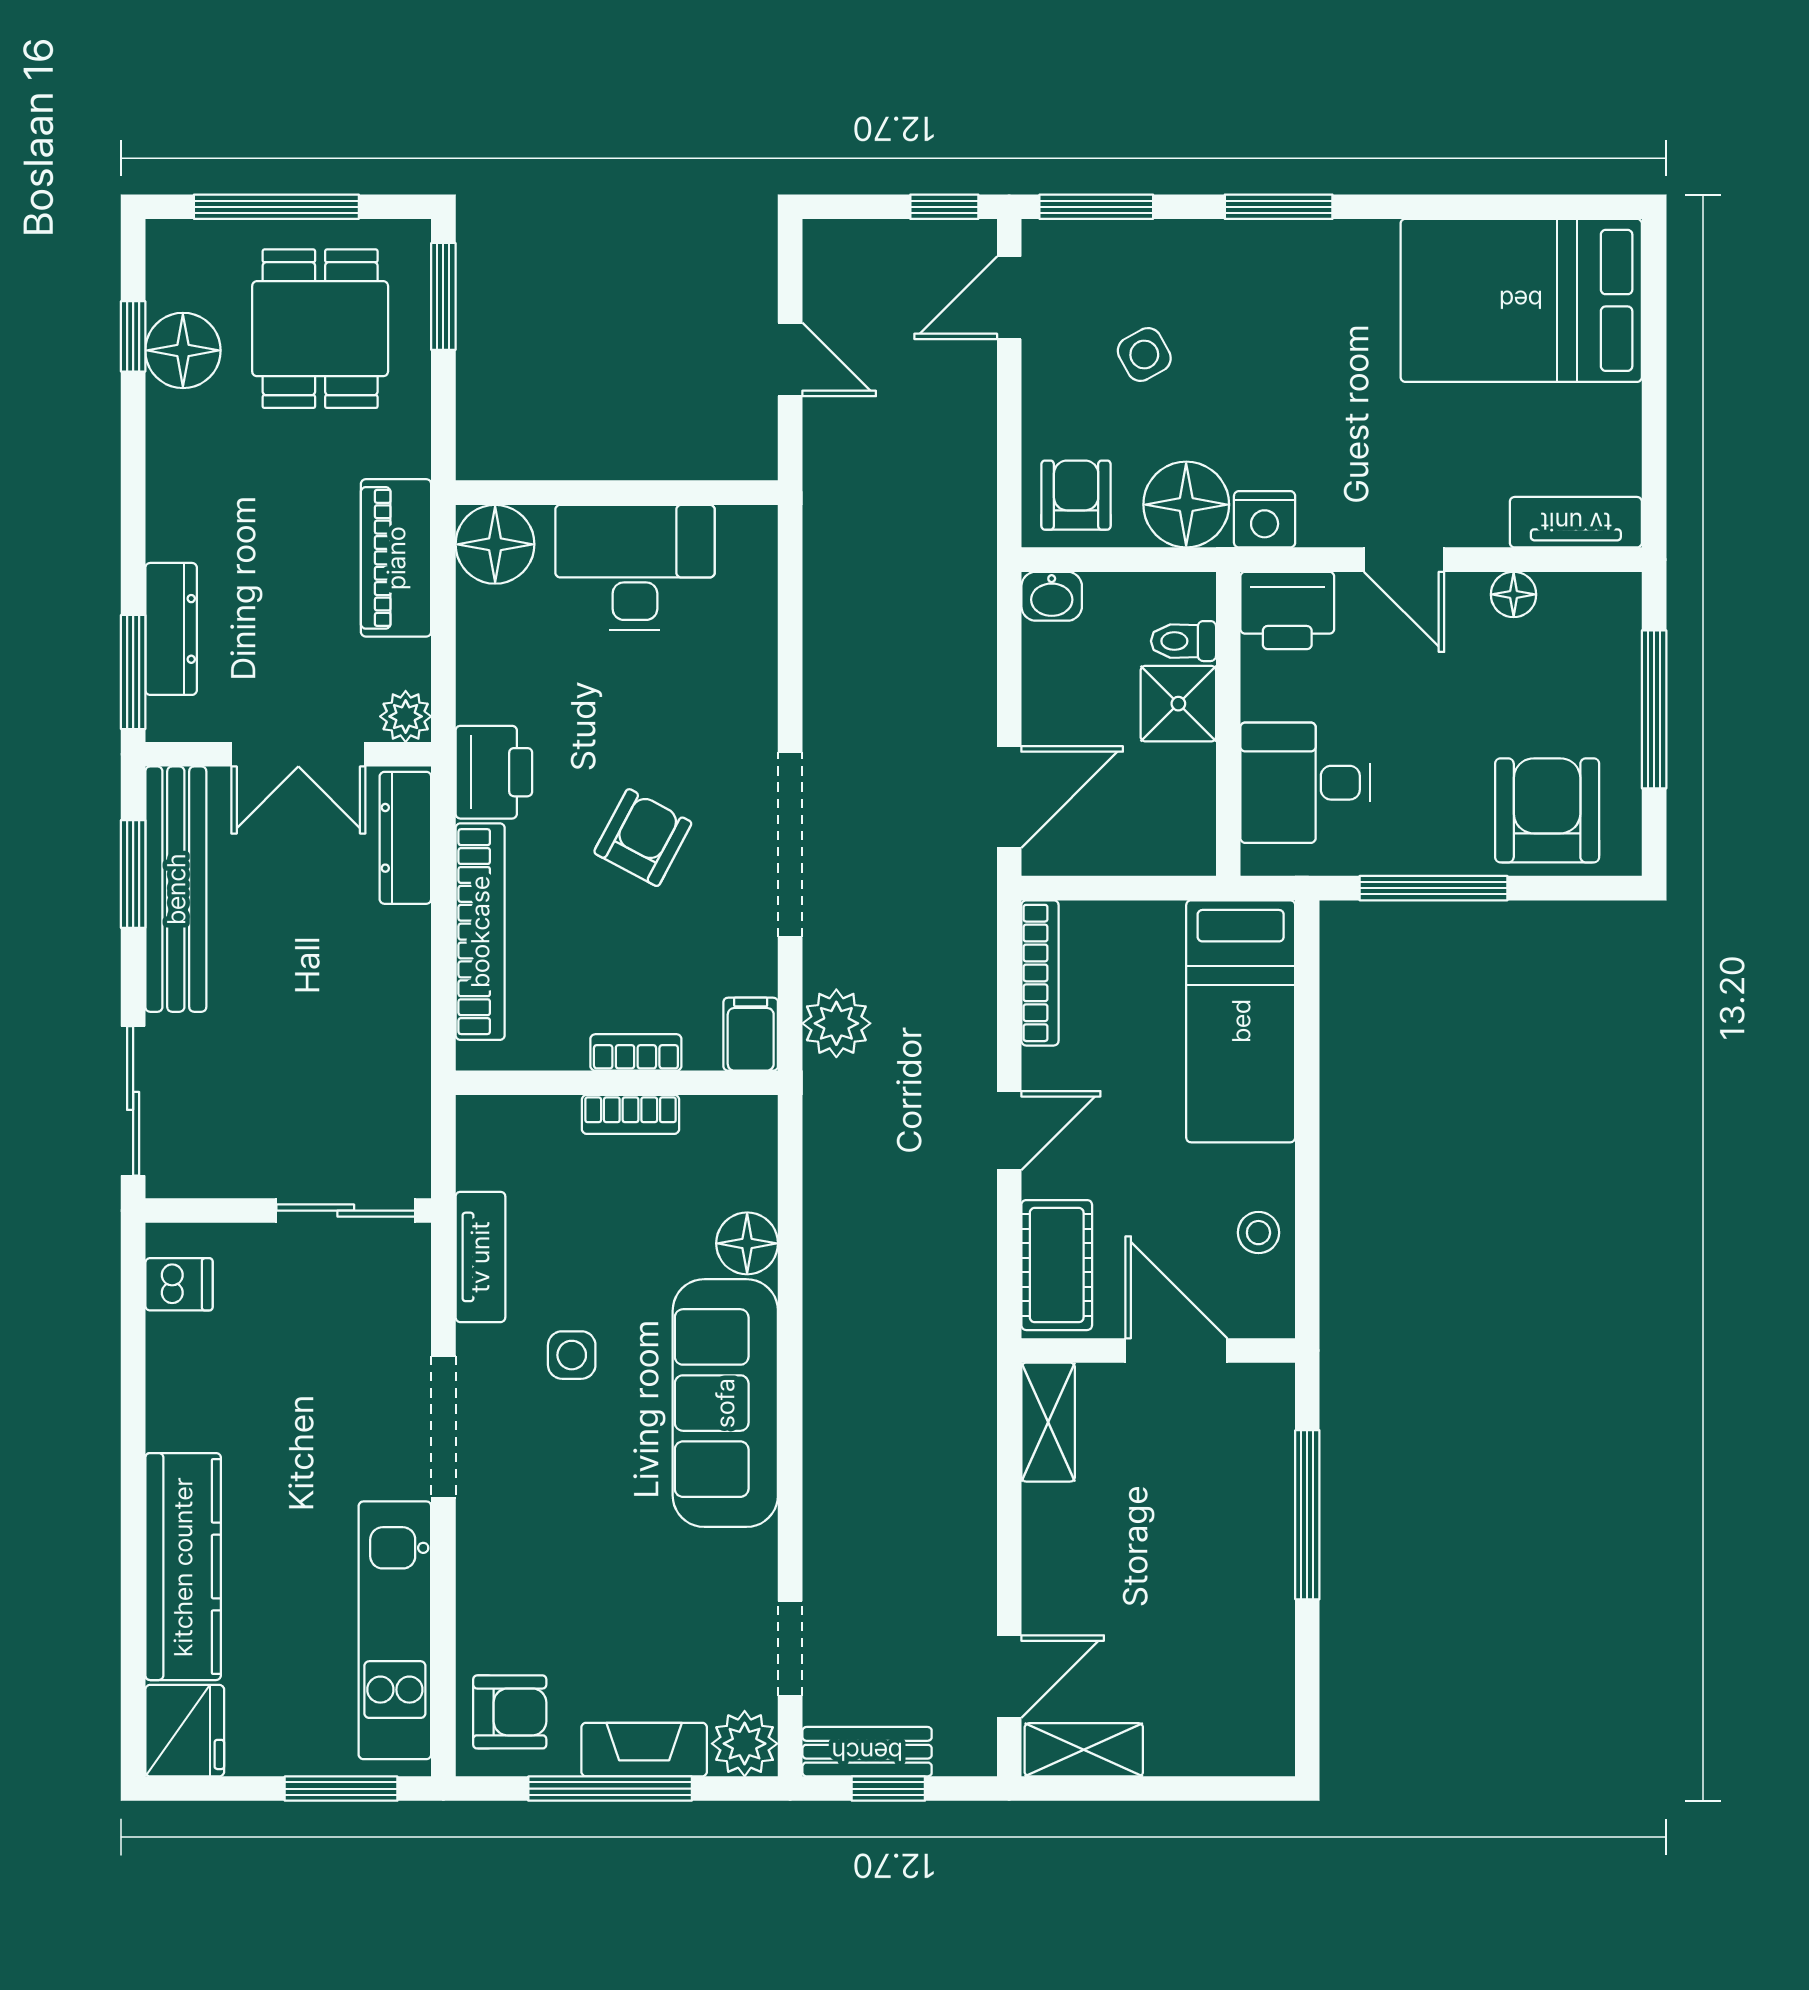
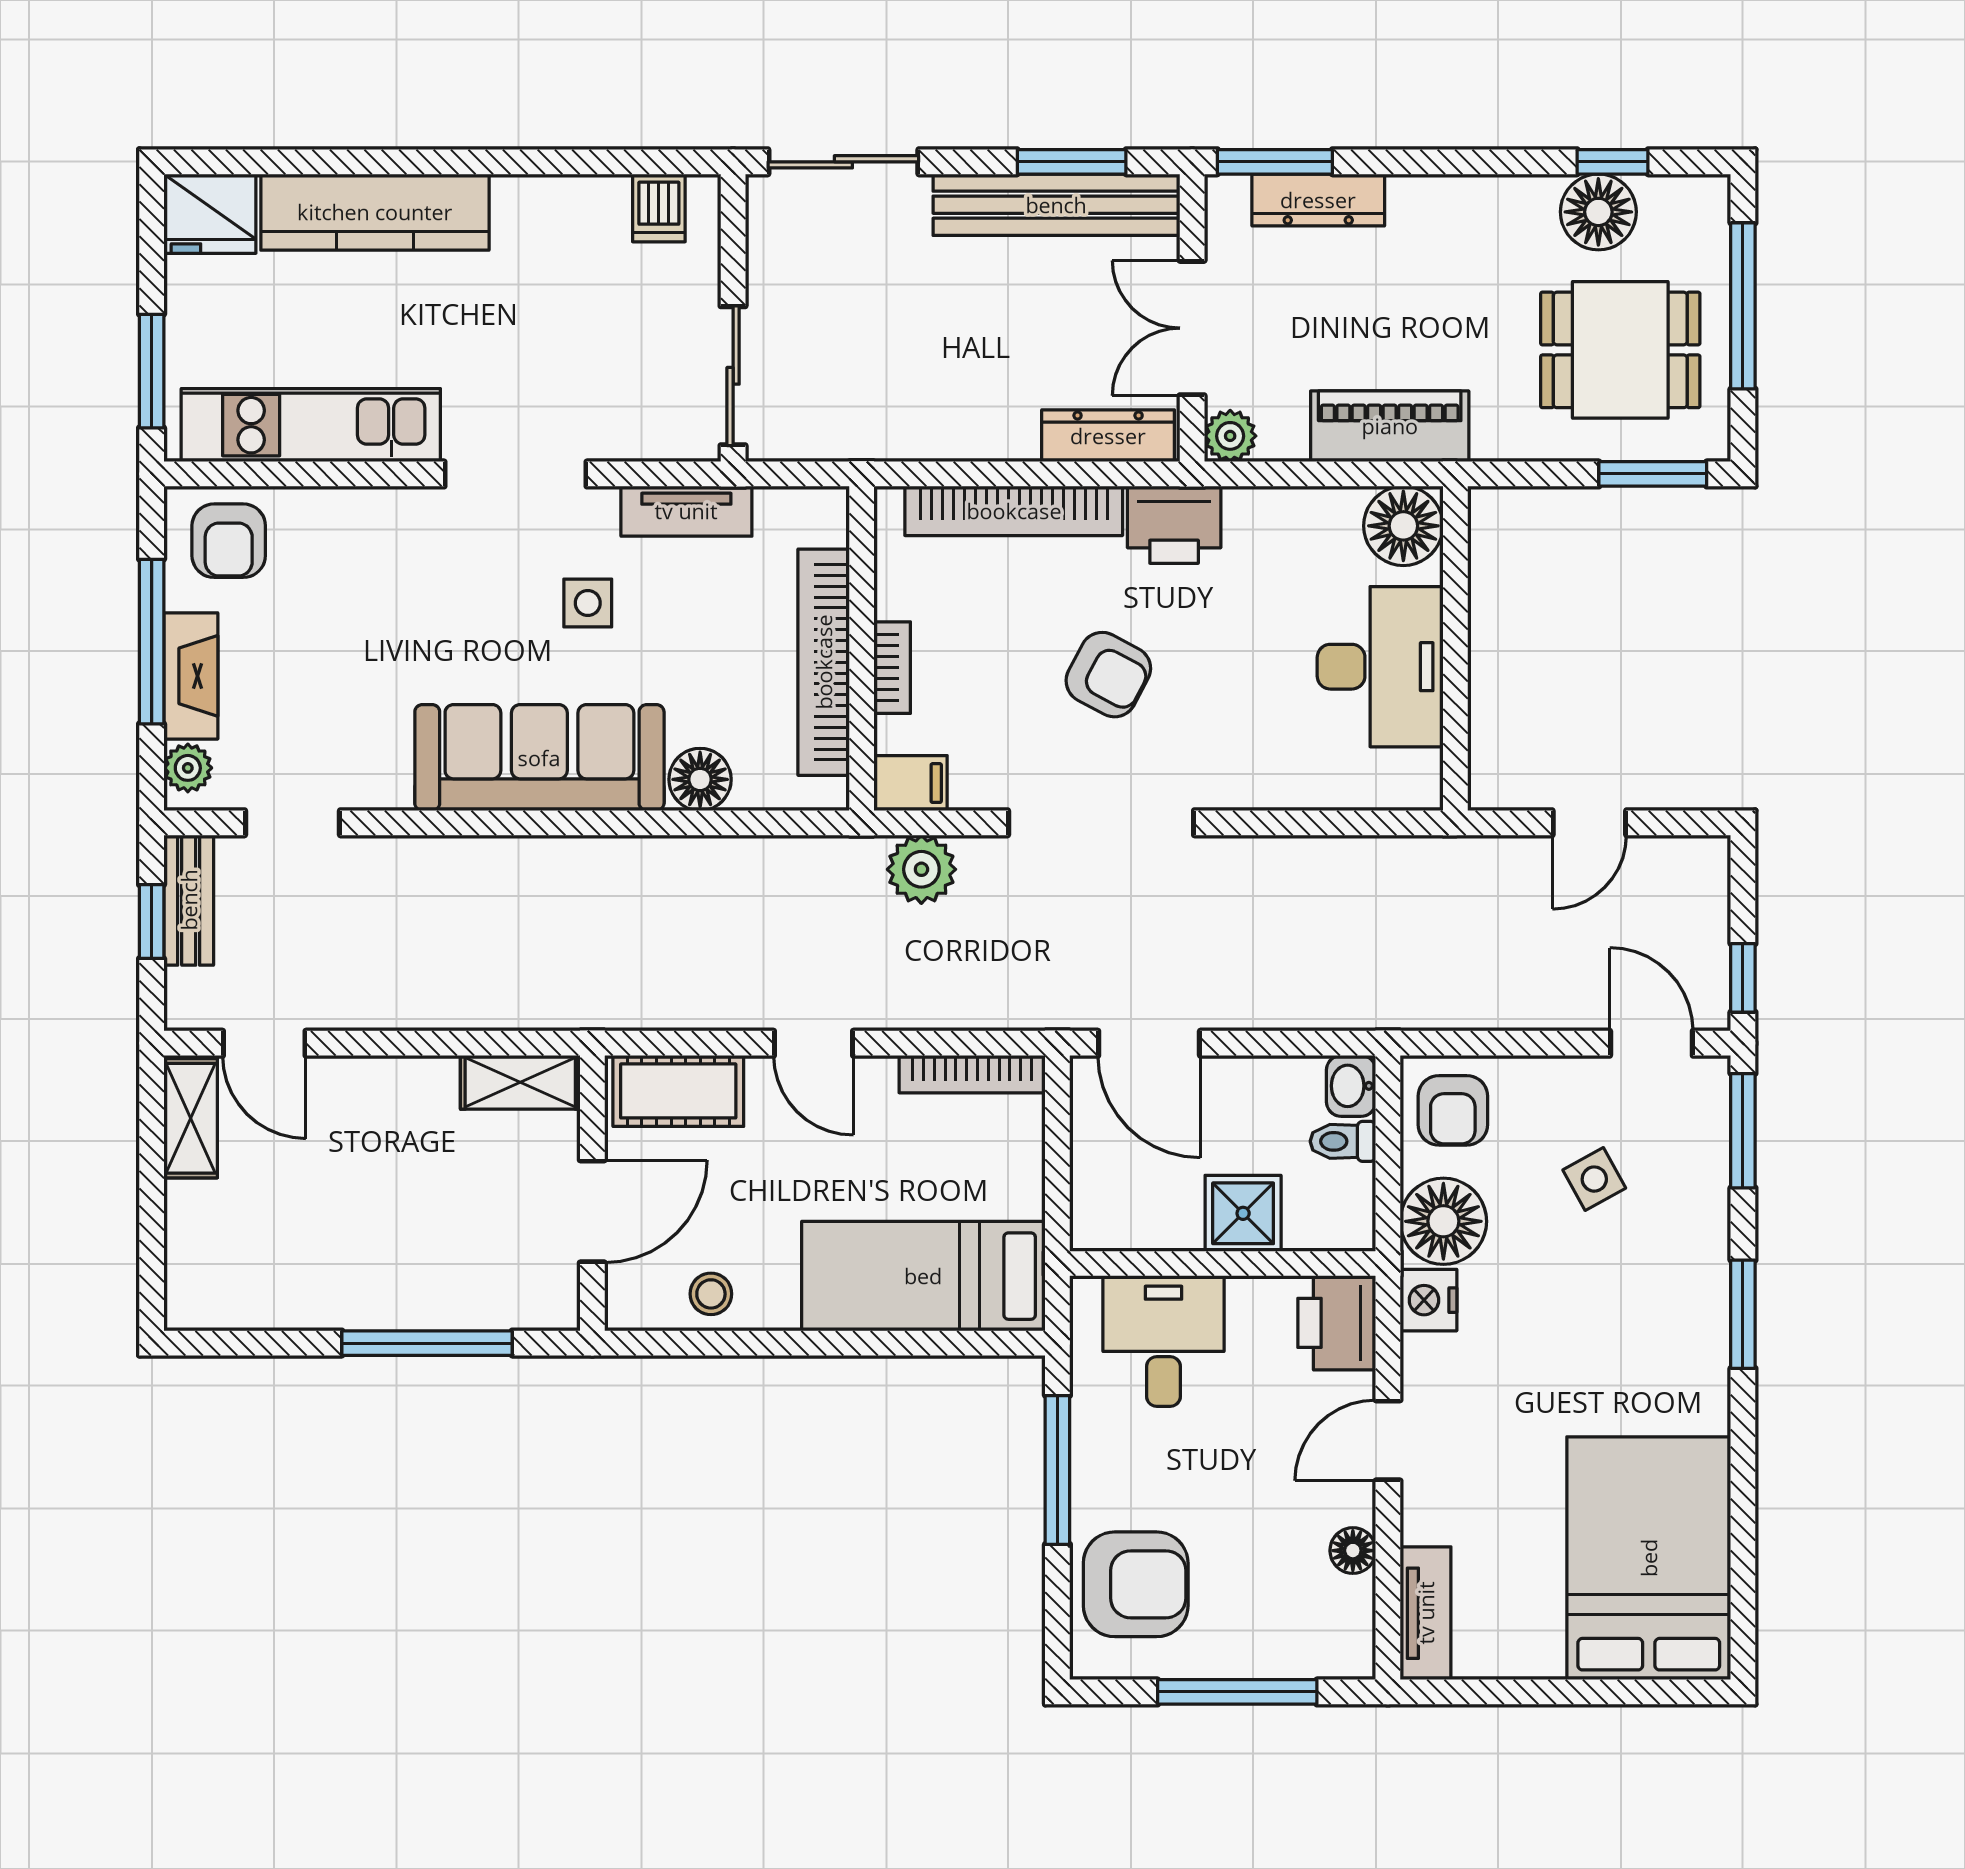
armchair: (1076, 495) -> (1453, 1110), turned 90
toilet: (1183, 641) -> (1343, 1141), moved, turned -90
bookcase: (631, 1114) -> (824, 662), width x2.31, depth x1.31
plant: (745, 1744) -> (188, 768), width x0.73, depth x0.73

